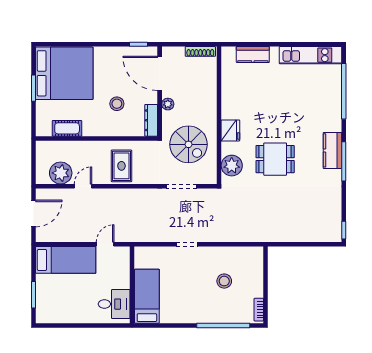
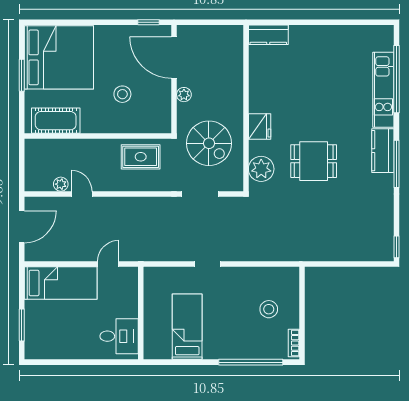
shoe rack: (200, 51) -> (223, 31), removed
kitchen counter: (253, 55) -> (268, 35), moved
kitchen unit: (311, 55) -> (383, 90), moved, turned 90
dresser: (151, 120) -> (164, 114), removed
cot: (67, 128) -> (56, 121), width x1.37, depth x1.34
rug: (121, 166) -> (141, 157), moved, turned 90
plant: (61, 173) -> (61, 184), width x0.53, depth x0.53
door: (83, 186) -> (82, 194), hinge flipped
stool: (224, 281) -> (269, 309), moved
bed: (147, 296) -> (187, 327), moved

